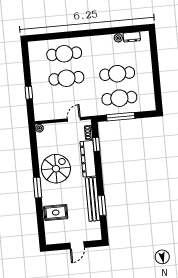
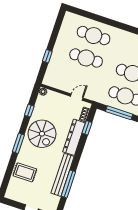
window: (34, 152) -> (29, 111), added
spiral stairs: (56, 169) -> (42, 134), turned 90
window: (102, 205) -> (68, 184), width x1.44

